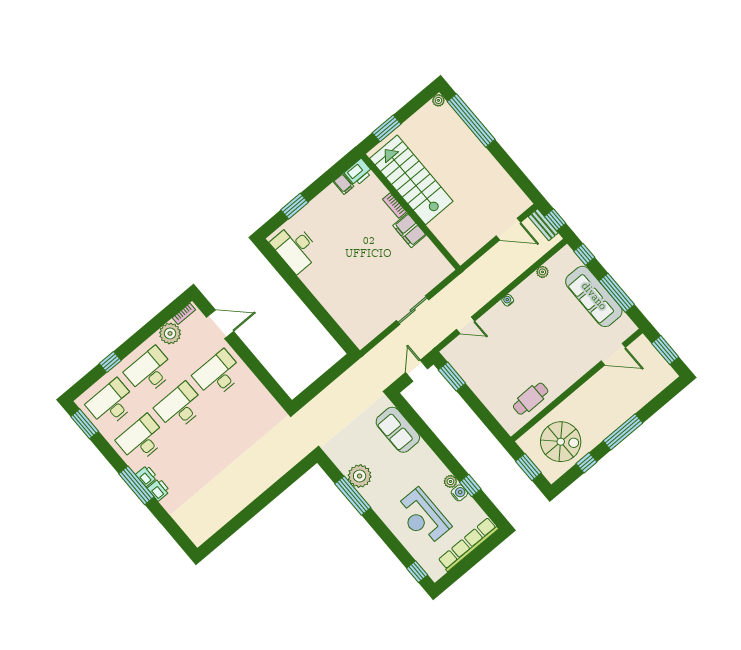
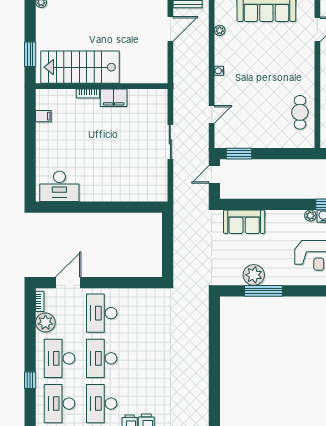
printer: (358, 172) -> (44, 99), removed
window: (295, 206) -> (30, 163), removed
door: (417, 371) -> (214, 174), hinge flipped

